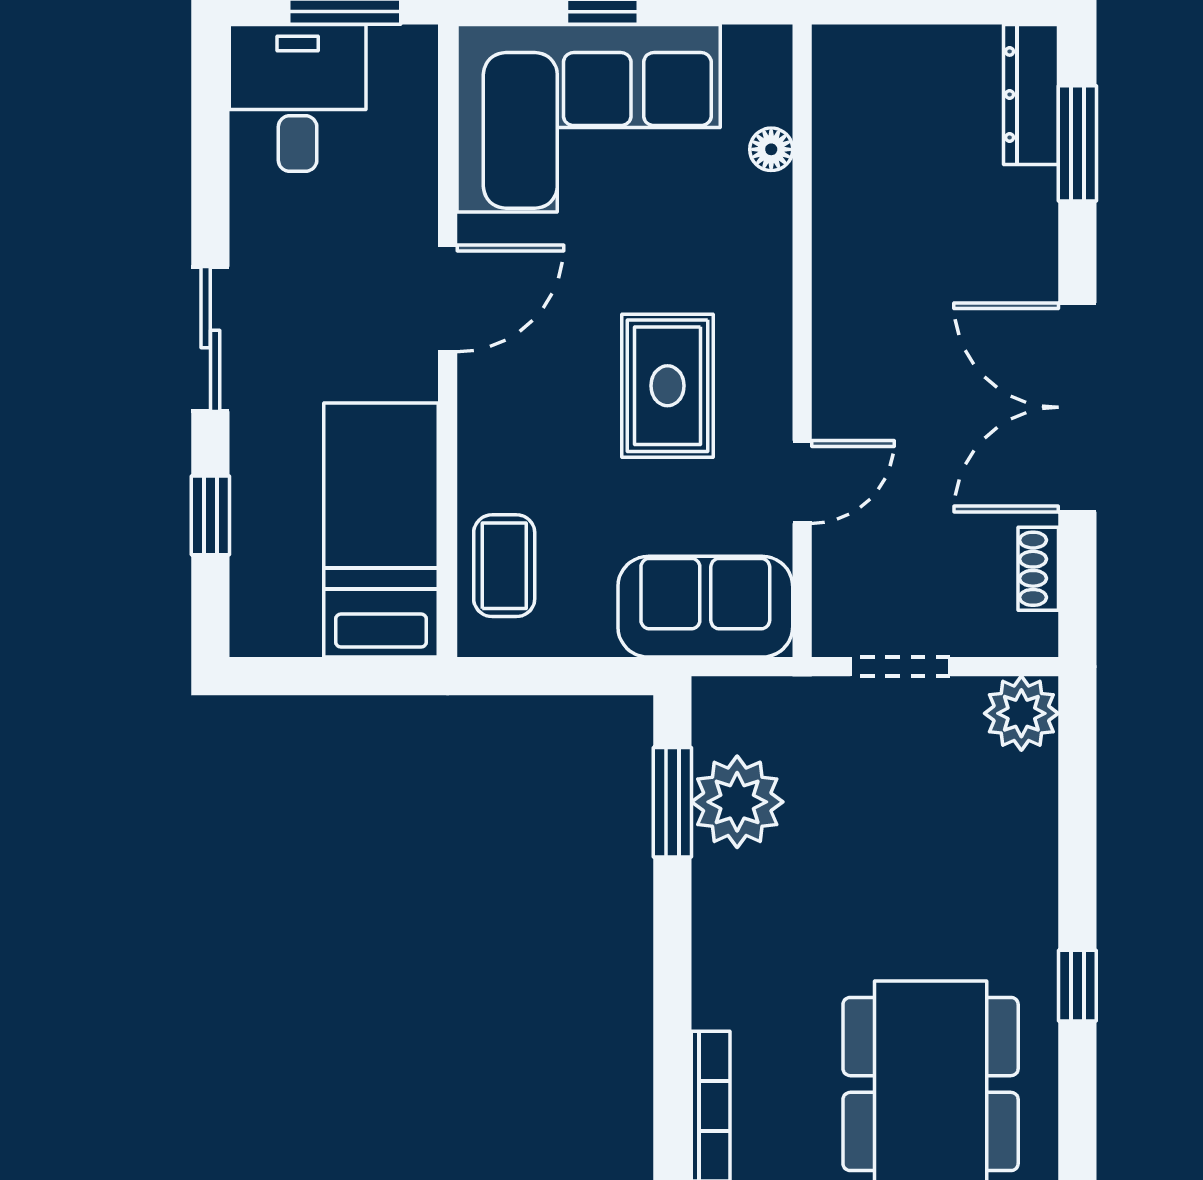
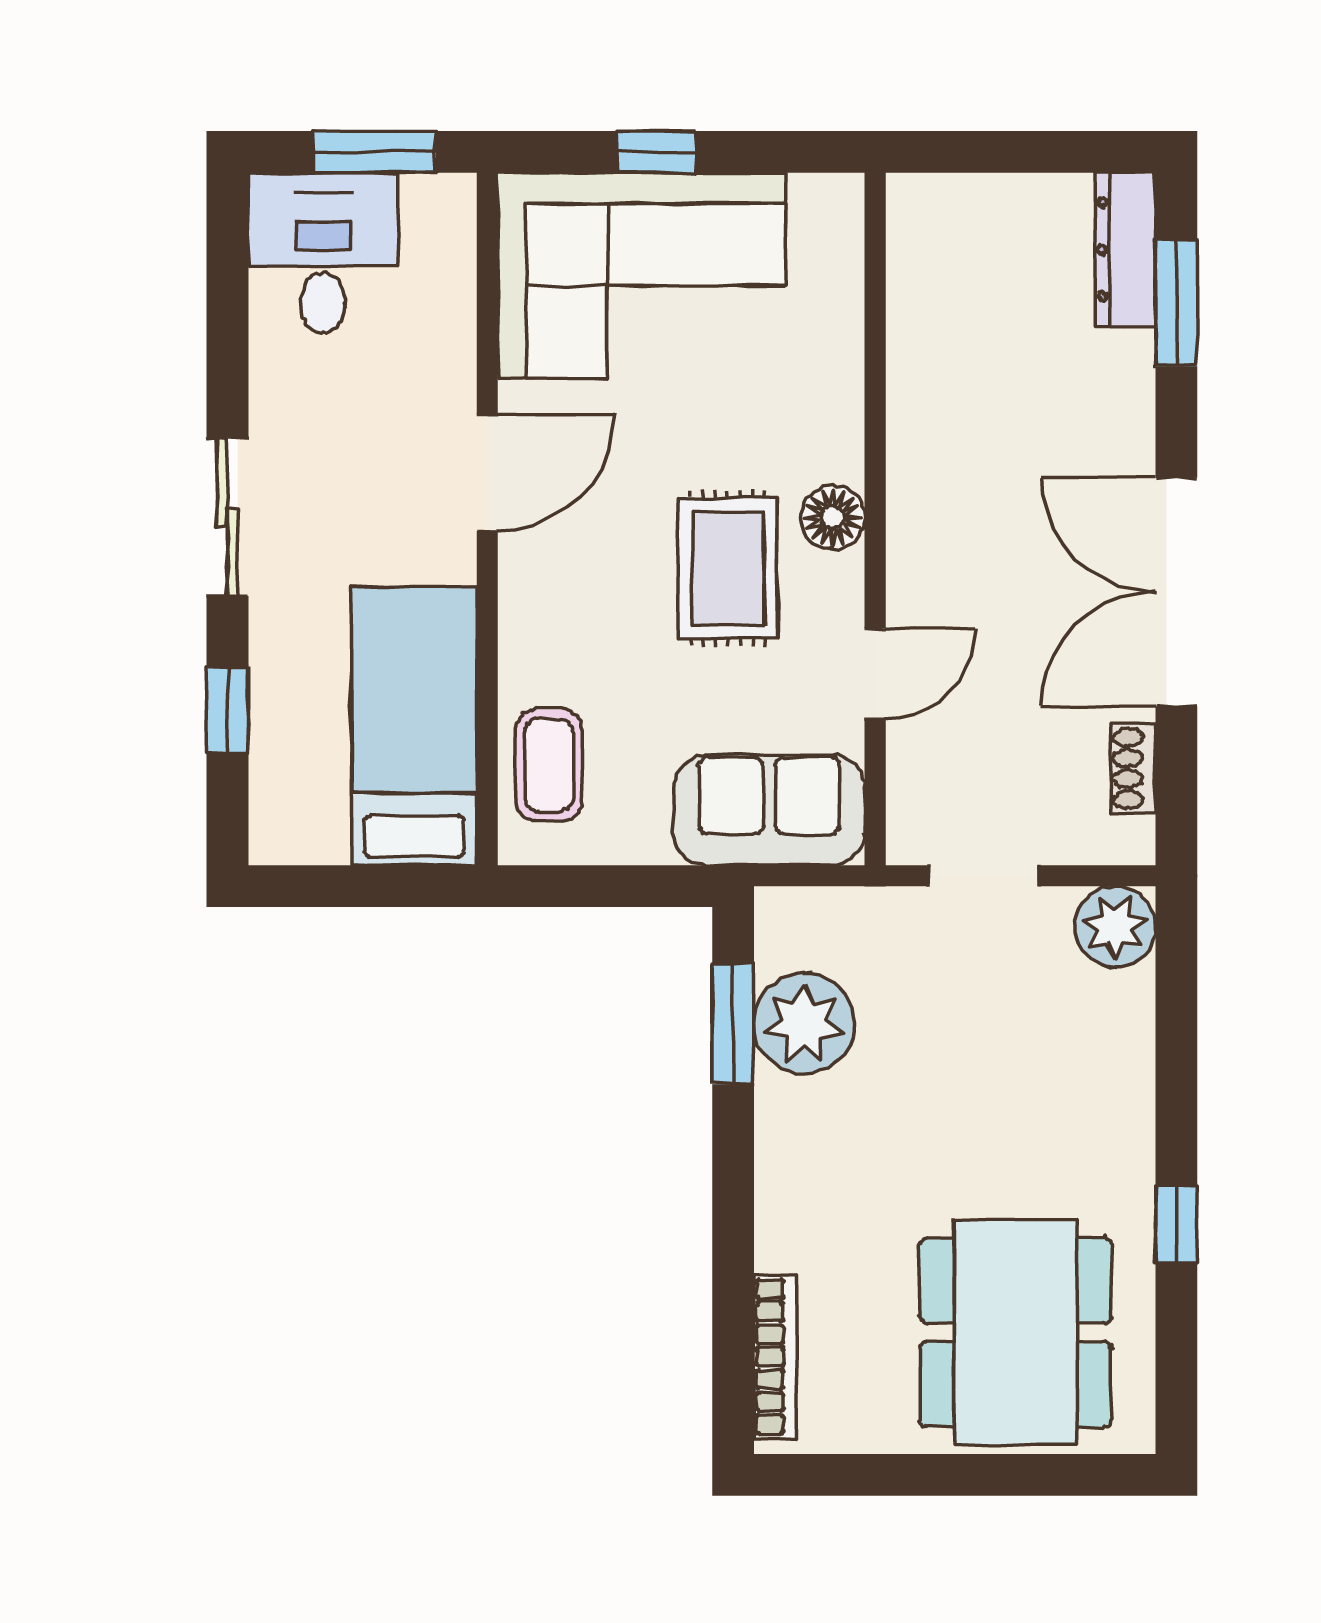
floor lamp: (771, 149) -> (833, 517), moved, width x1.37, depth x1.37

